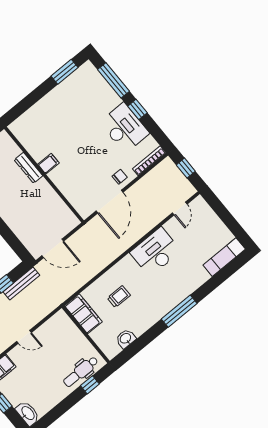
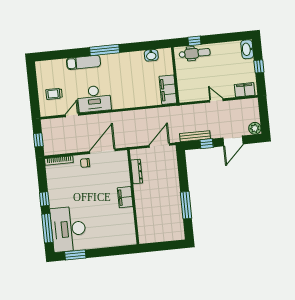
desk: (124, 128) -> (68, 229), moved, width x1.36, depth x1.30
filing cabinet: (48, 164) -> (125, 197), width x2.00
dresser: (28, 168) -> (137, 172), moved
door: (180, 208) -> (72, 115), moved
door: (53, 248) -> (159, 145), hinge flipped
exam couch: (224, 257) -> (83, 62), moved
trolley: (119, 297) -> (54, 94), moved

